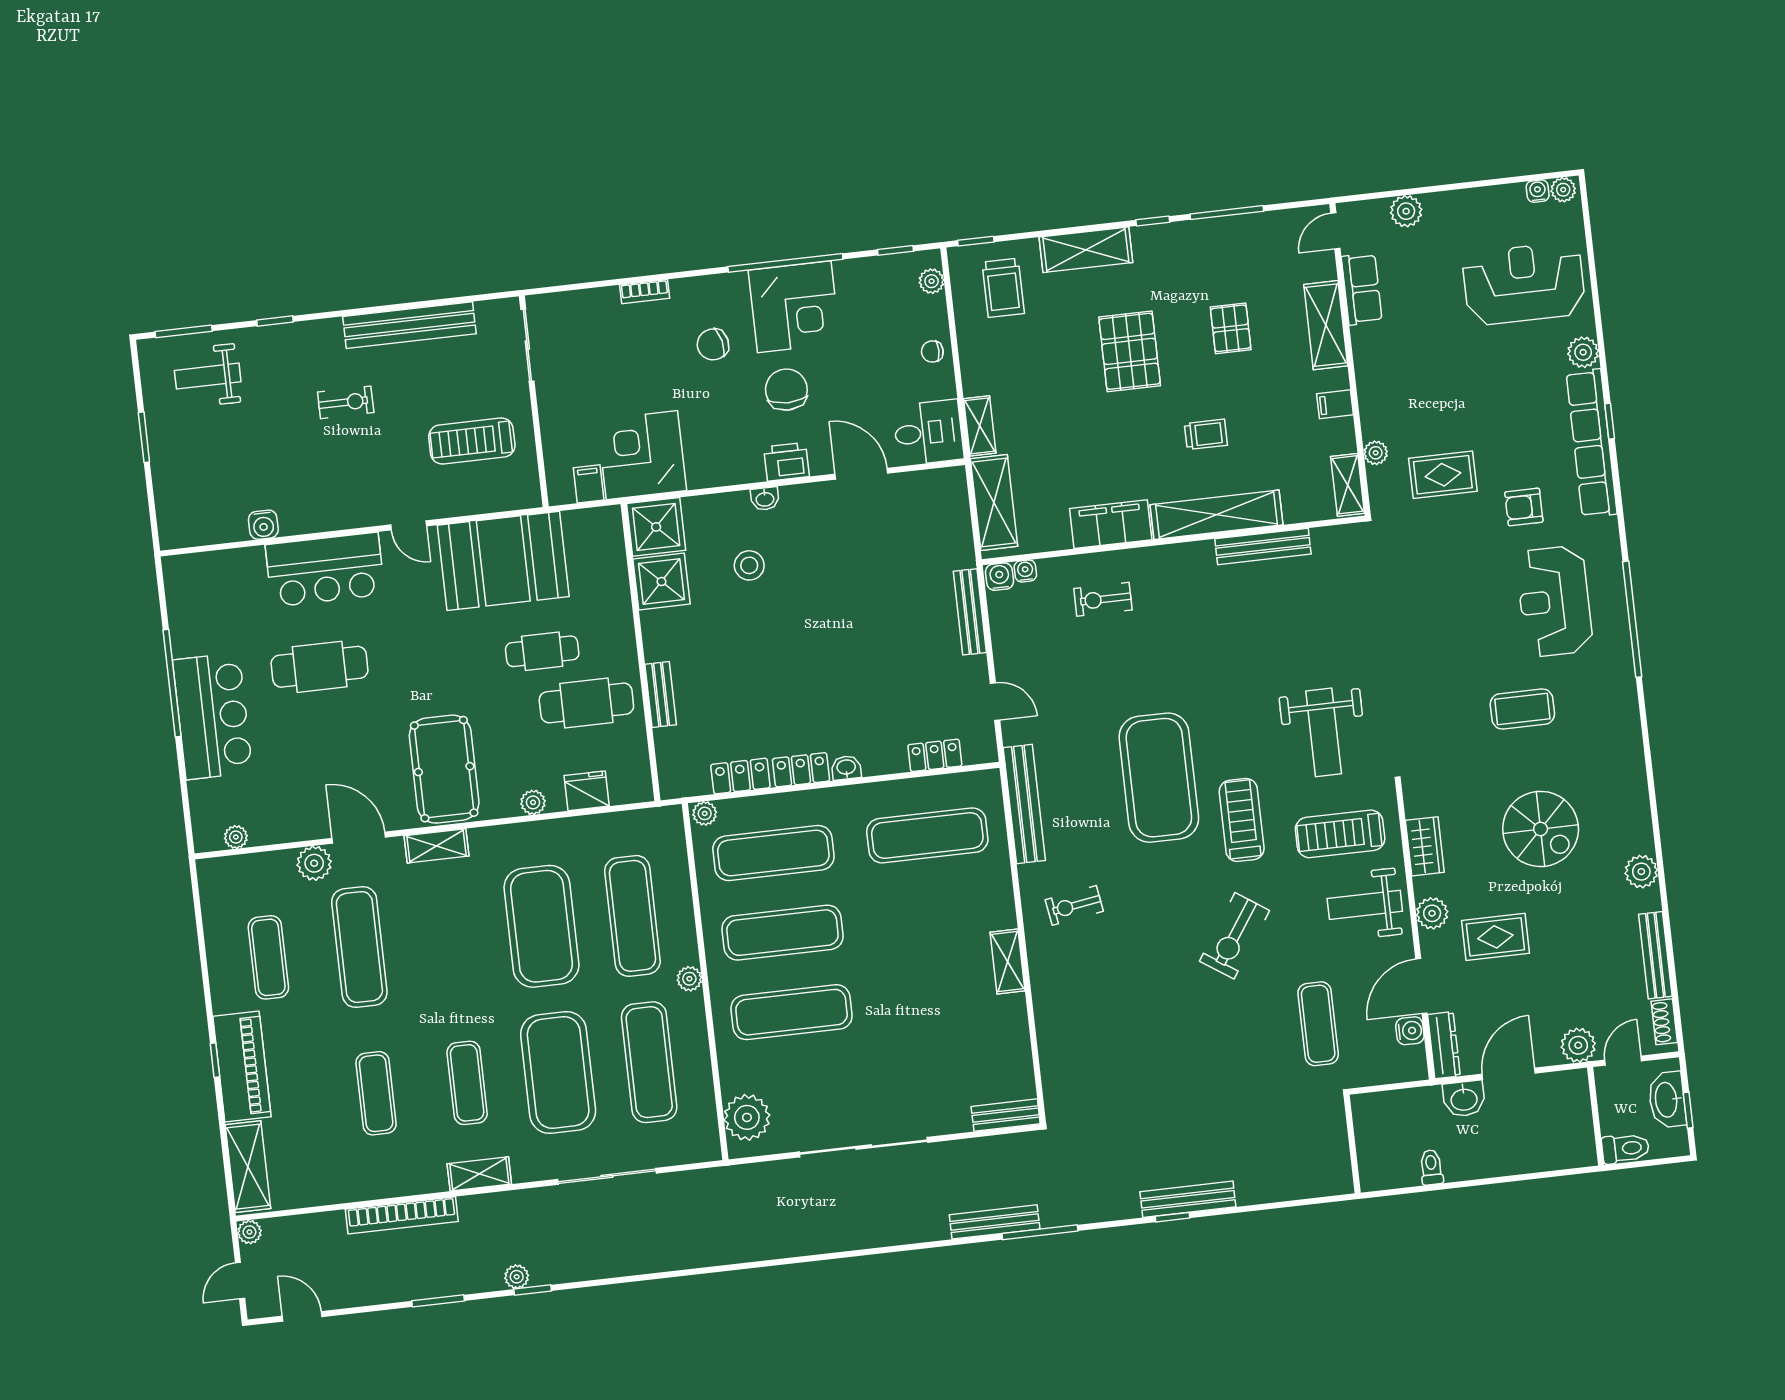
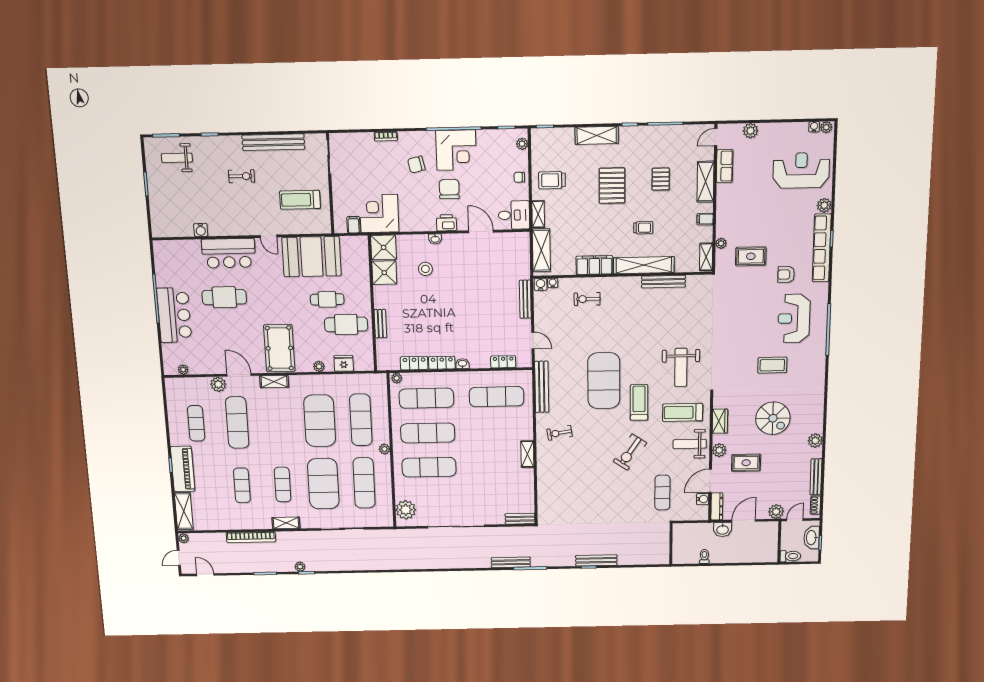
trolley: (1003, 288) -> (552, 180), moved, turned 90

